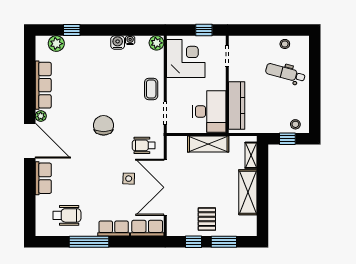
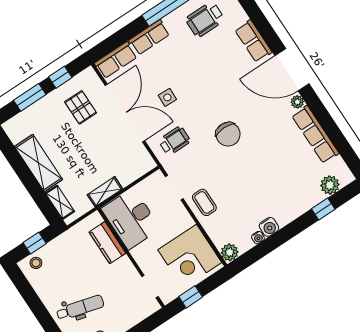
kitchen counter: (237, 106) -> (107, 243), width x0.67
shelving: (208, 144) -> (105, 192), width x0.67, depth x0.75
pallet: (207, 219) -> (81, 107), moved

